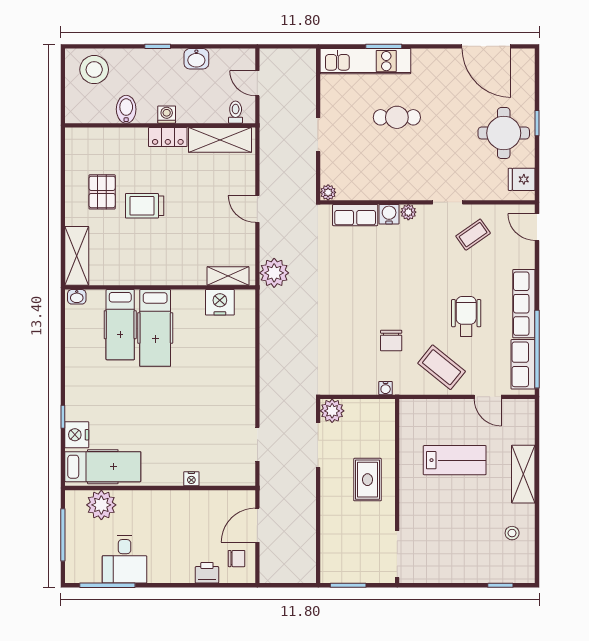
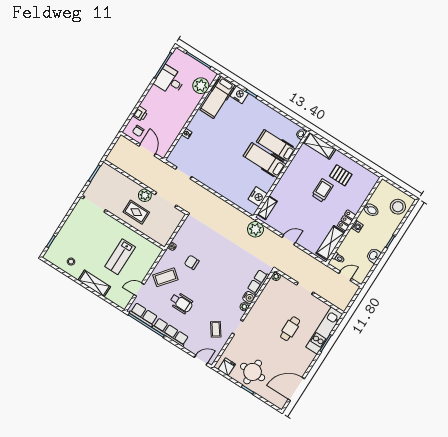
plant: (332, 411) -> (145, 195), moved

